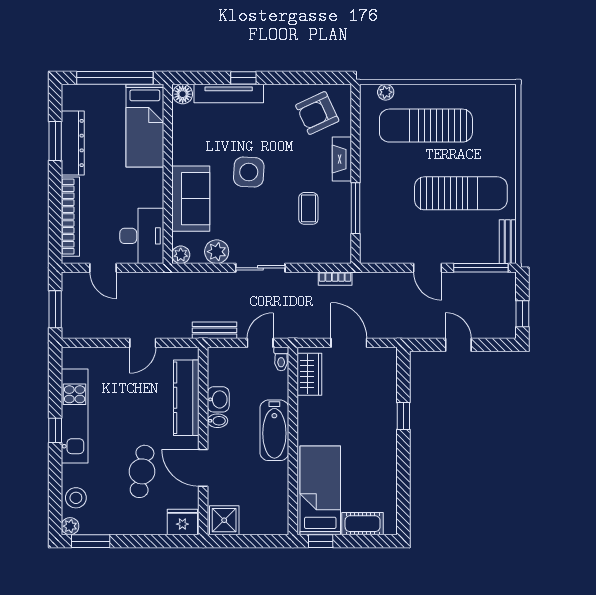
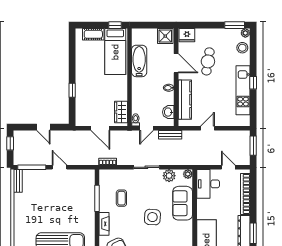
sun lounger: (461, 193) -> (42, 206), removed
washbasin: (218, 399) -> (168, 112), moved
bathtub: (274, 430) -> (139, 61), moved

